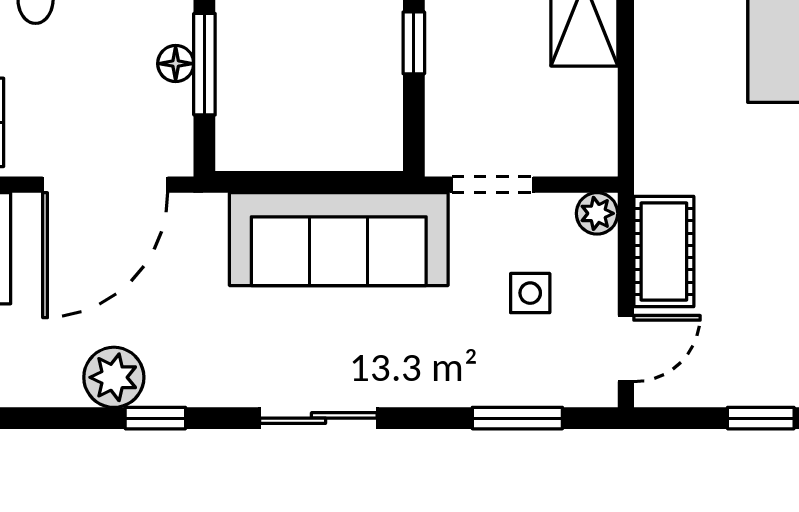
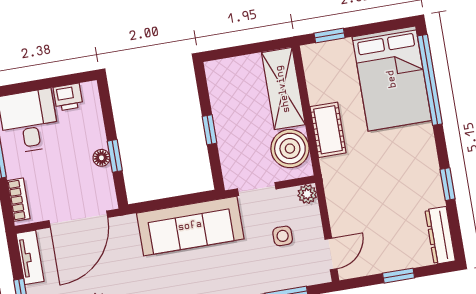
window: (204, 64) -> (115, 156), width x0.67
boiler: (577, 111) -> (290, 149), added
cot: (664, 252) -> (328, 130), moved

